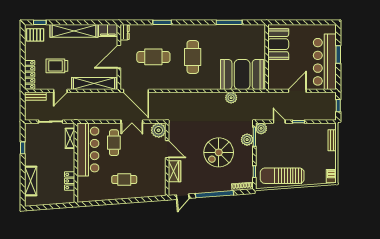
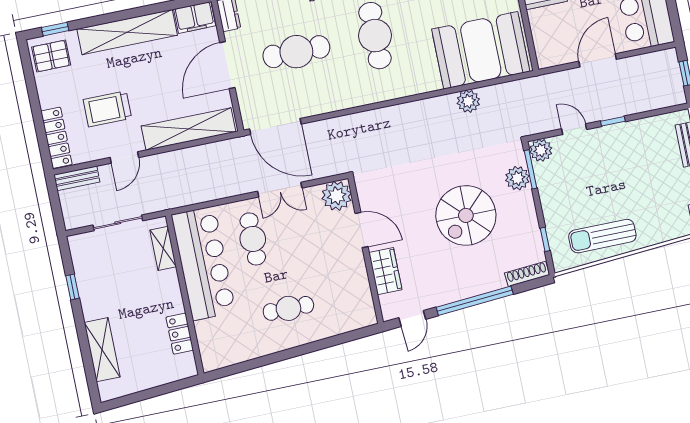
sun lounger: (282, 176) -> (602, 236), width x0.73, depth x0.75

